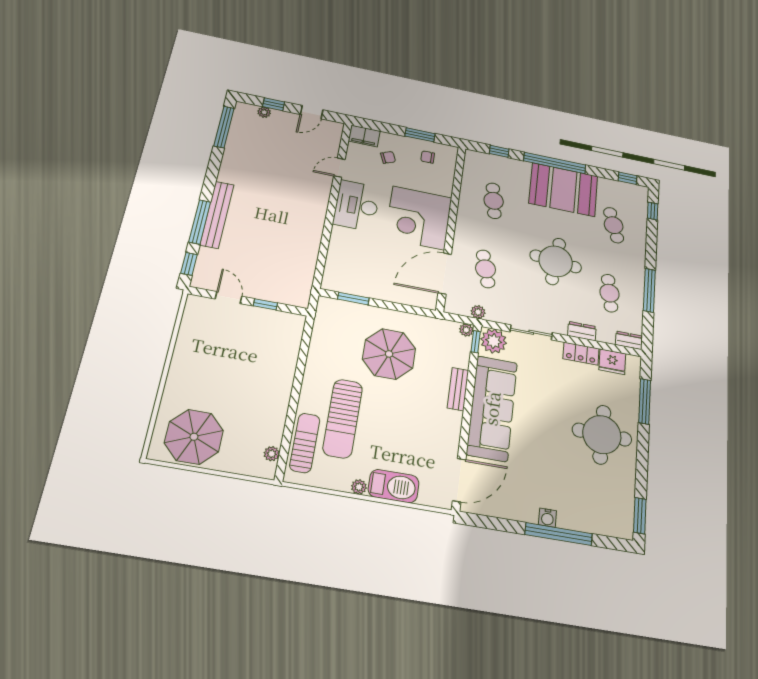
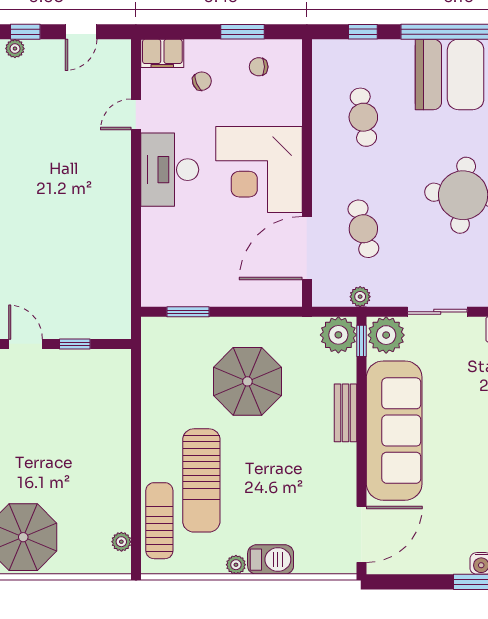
plant: (466, 330) -> (338, 335), width x1.87, depth x1.87
barbecue: (394, 486) -> (271, 560), width x0.73, depth x0.83

